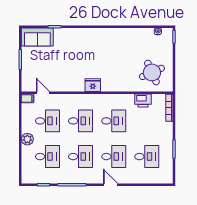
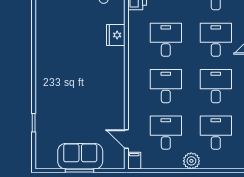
sofa: (37, 37) -> (80, 156), moved, turned -90
fridge: (93, 85) -> (116, 35), moved
door: (43, 93) -> (126, 139), hinge flipped

